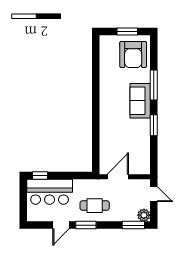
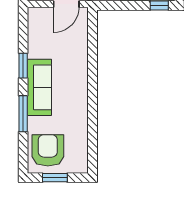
sofa: (140, 101) -> (39, 87), width x1.36

